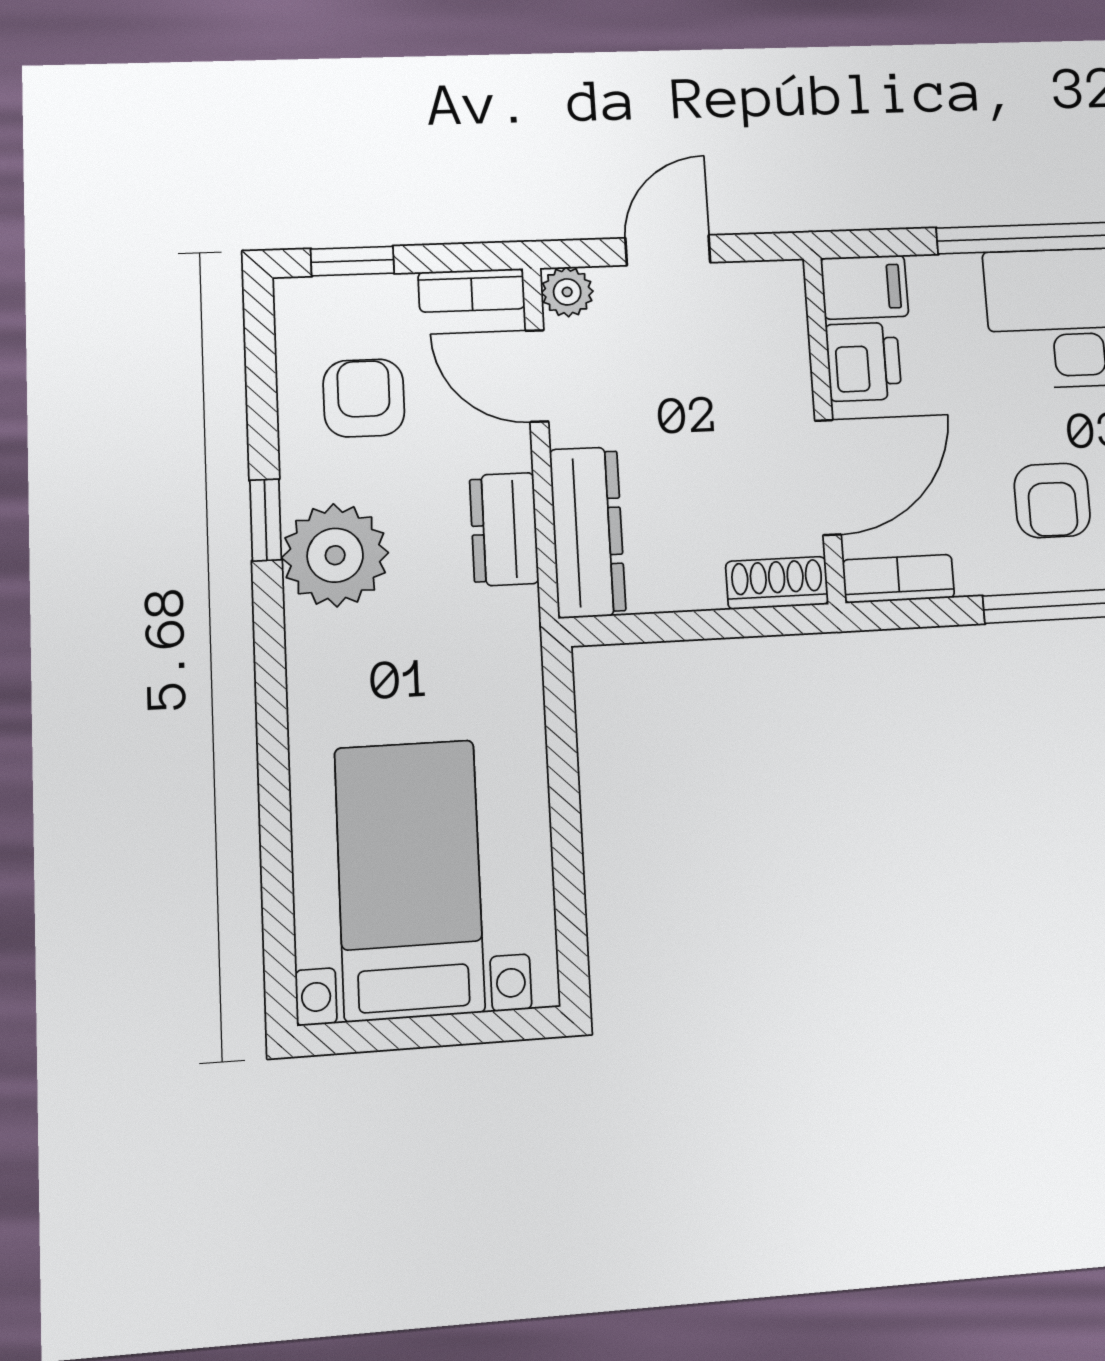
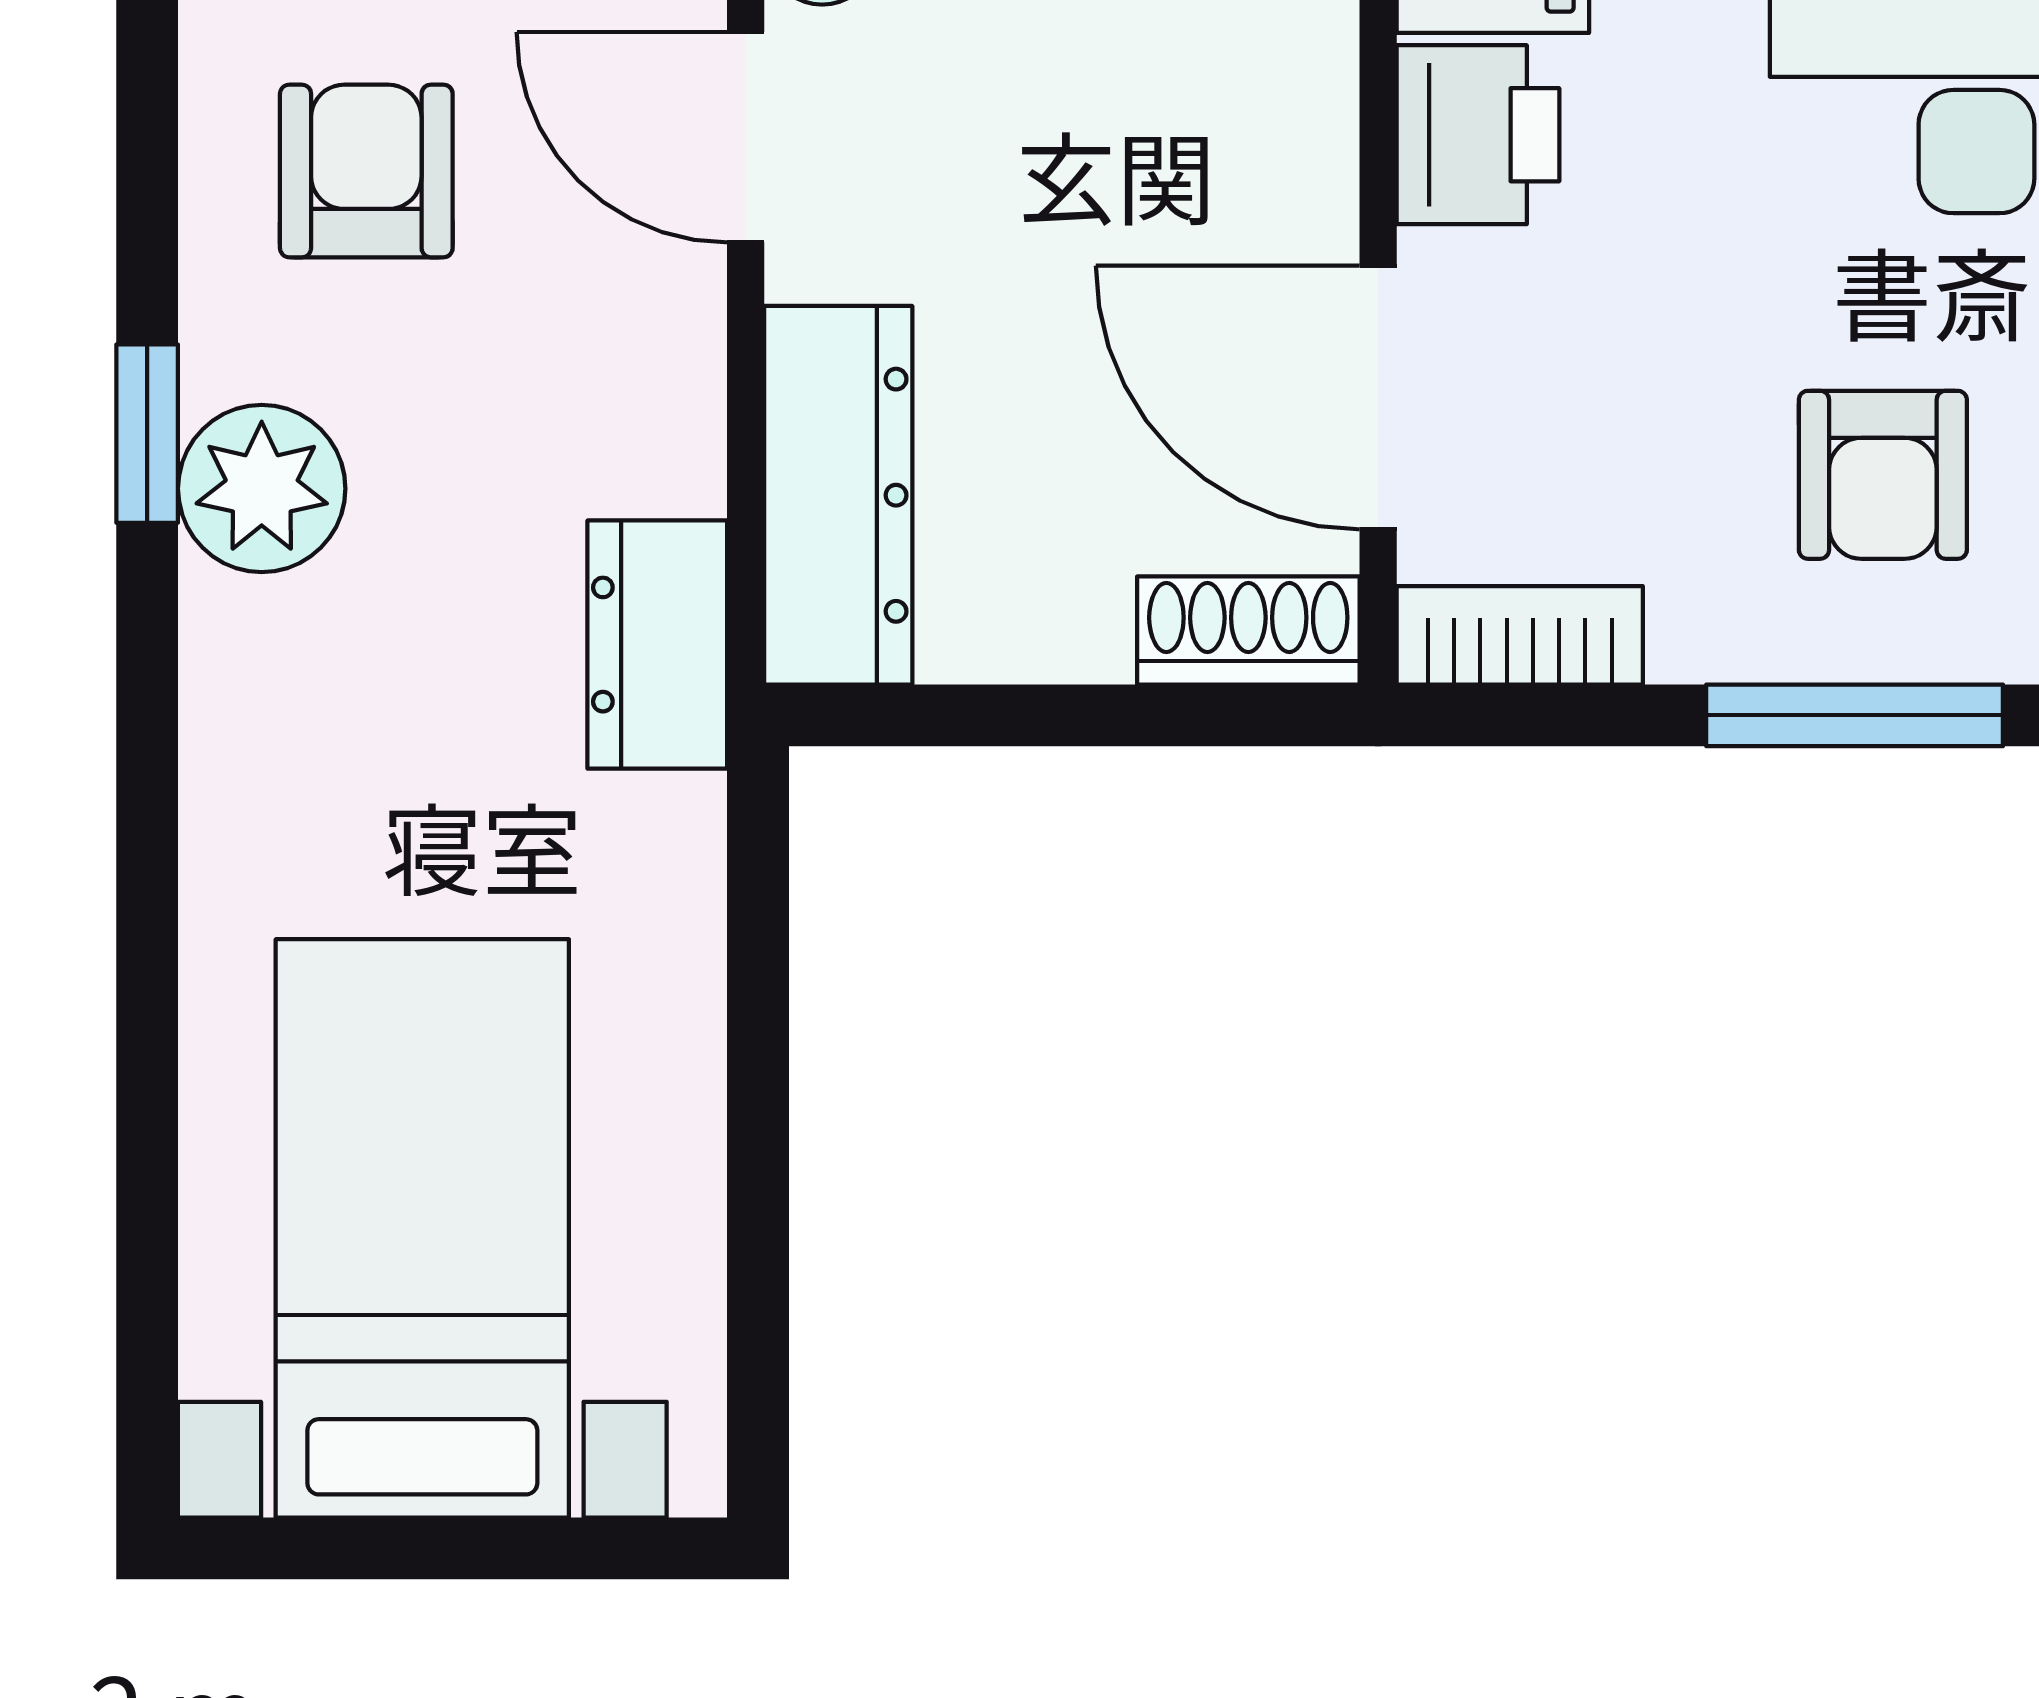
door: (828, 477) -> (1378, 397), swing flipped
dresser: (504, 529) -> (657, 645), moved
plant: (335, 555) -> (262, 489), width x0.73, depth x0.73

